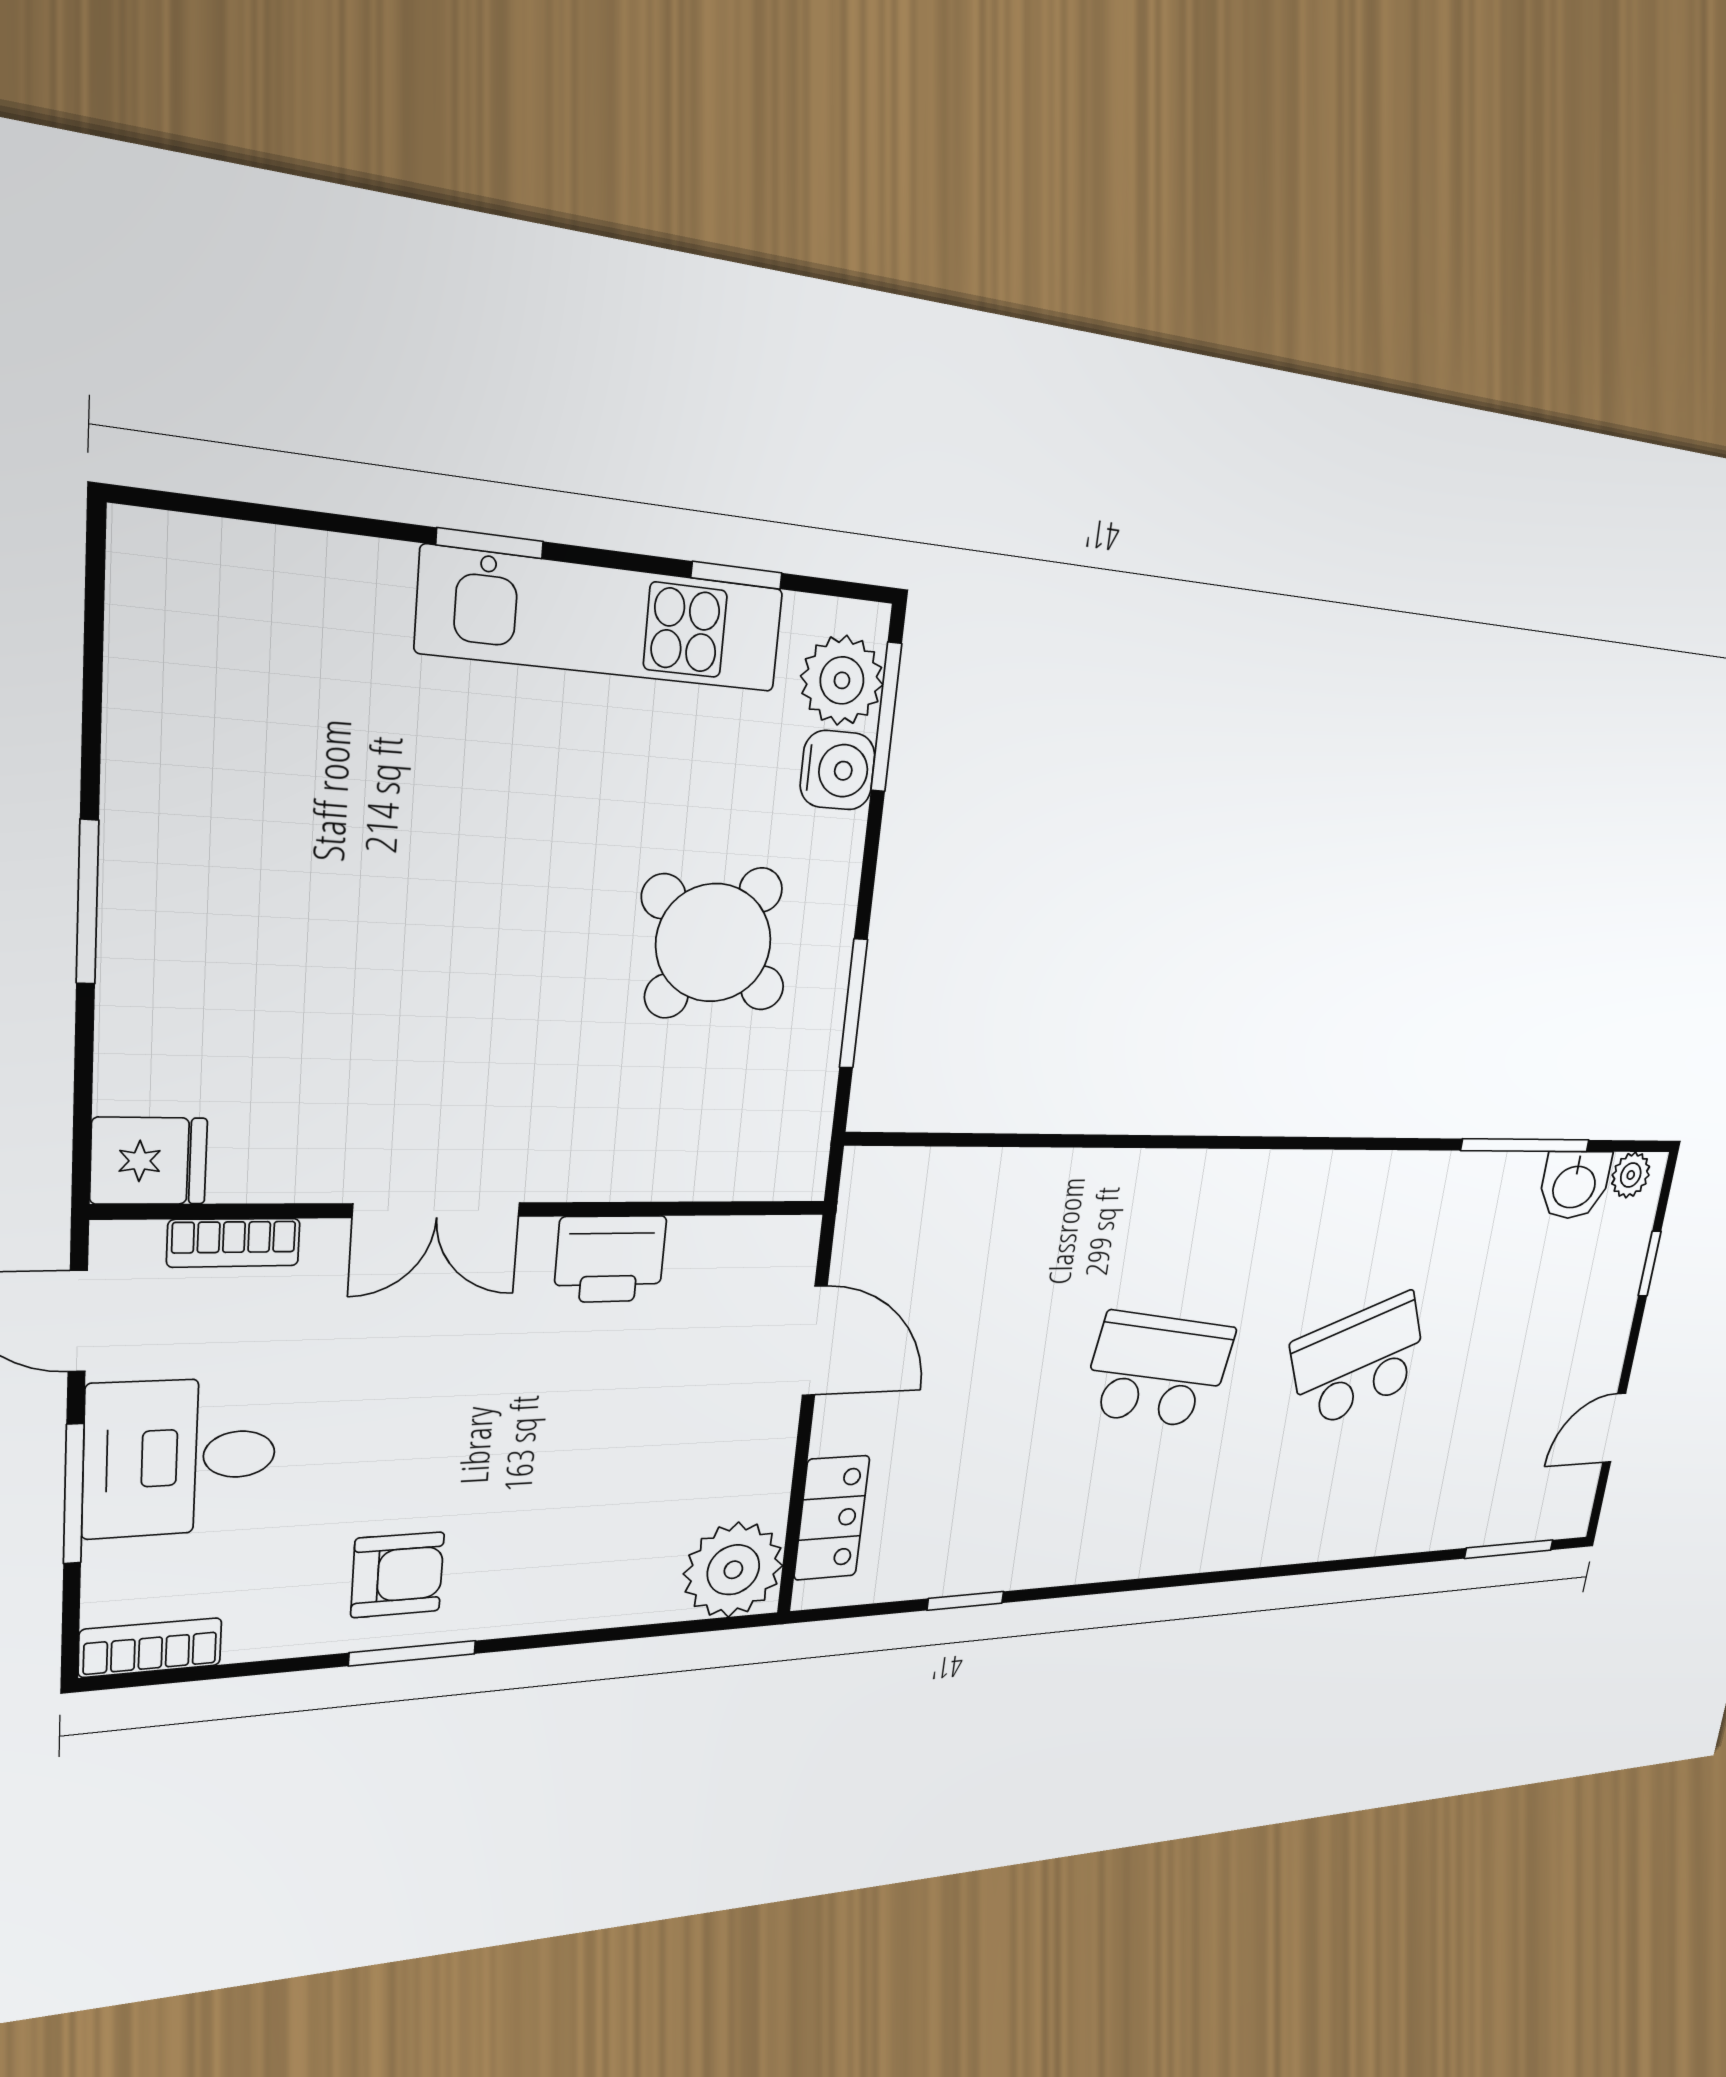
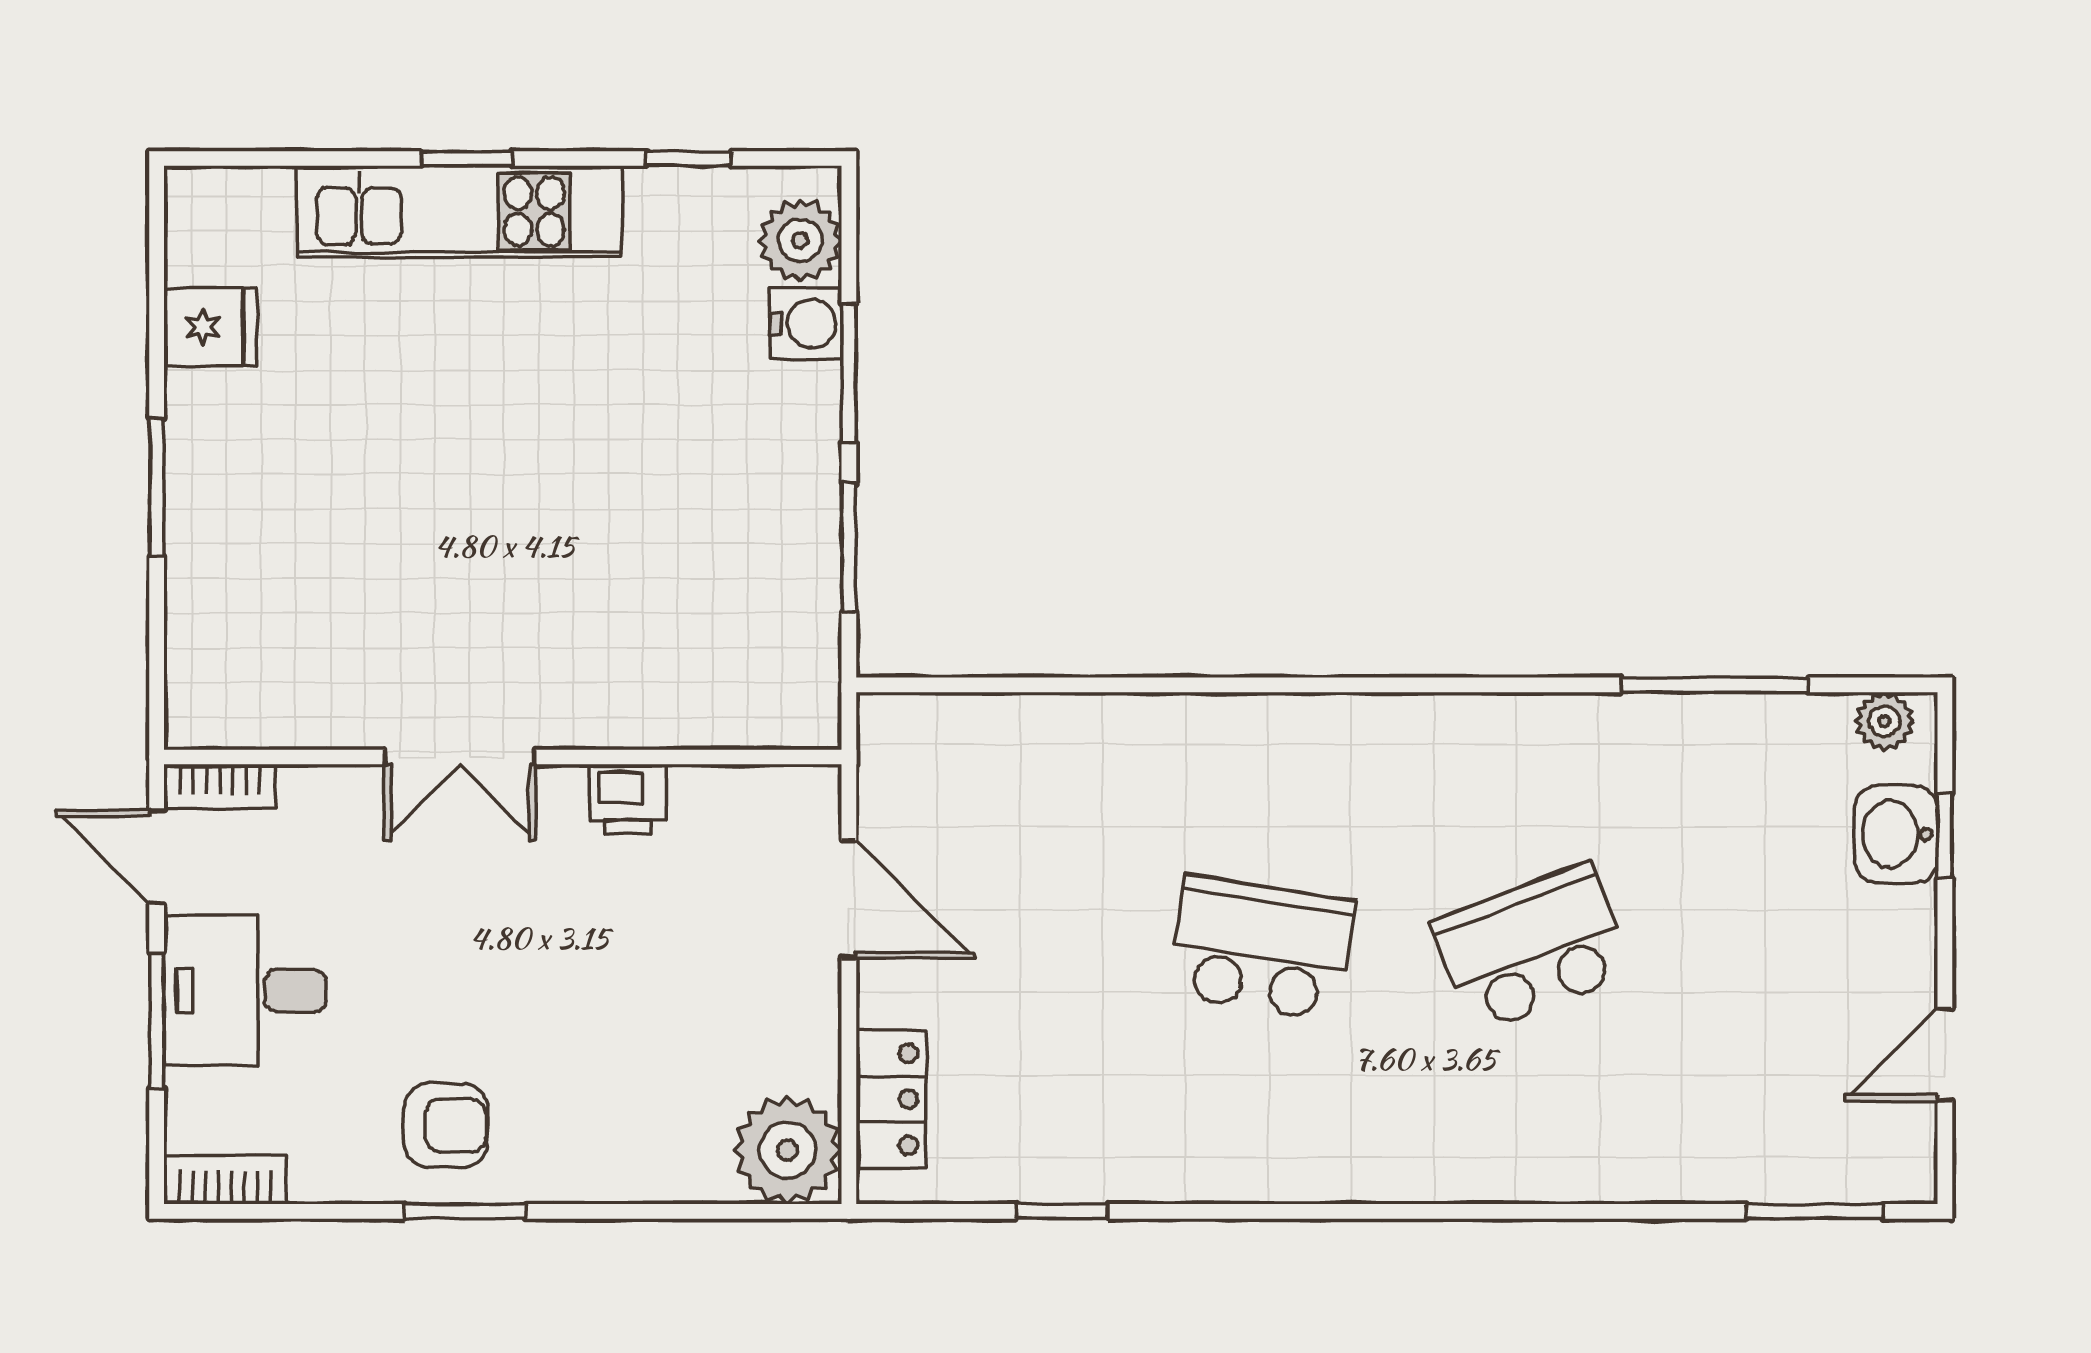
kitchen unit: (604, 620) -> (459, 212), moved
window: (886, 717) -> (849, 373), moved
round table: (714, 943) -> (701, 494), removed
fridge: (149, 1161) -> (210, 327), moved
washbasin: (1574, 1185) -> (1896, 834), moved, turned 90
bookcase: (234, 1243) -> (219, 786), moved
printer: (610, 1259) -> (628, 799), width x0.73, depth x0.81

